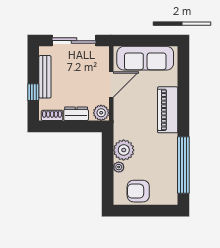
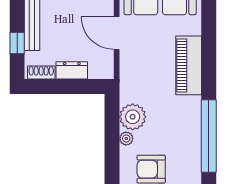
door: (111, 85) -> (117, 33), swing flipped
plant: (101, 113) -> (104, 69), removed

